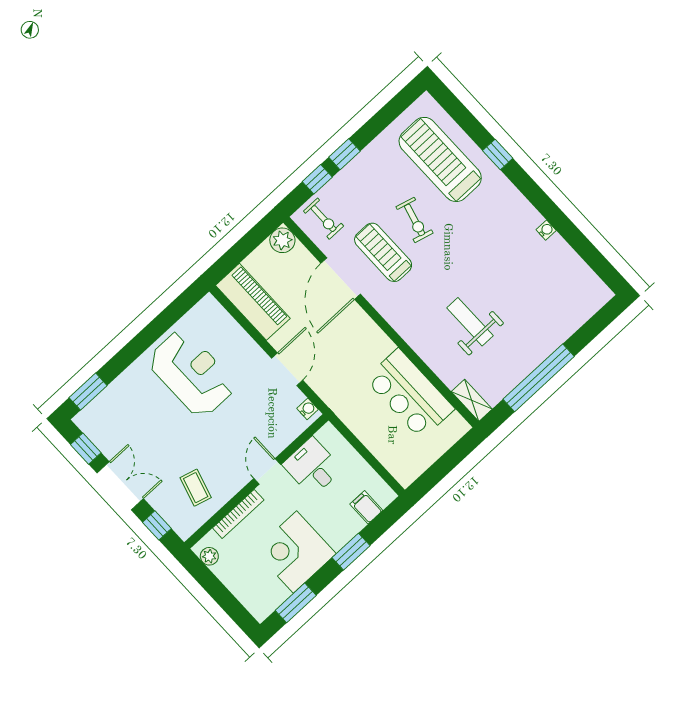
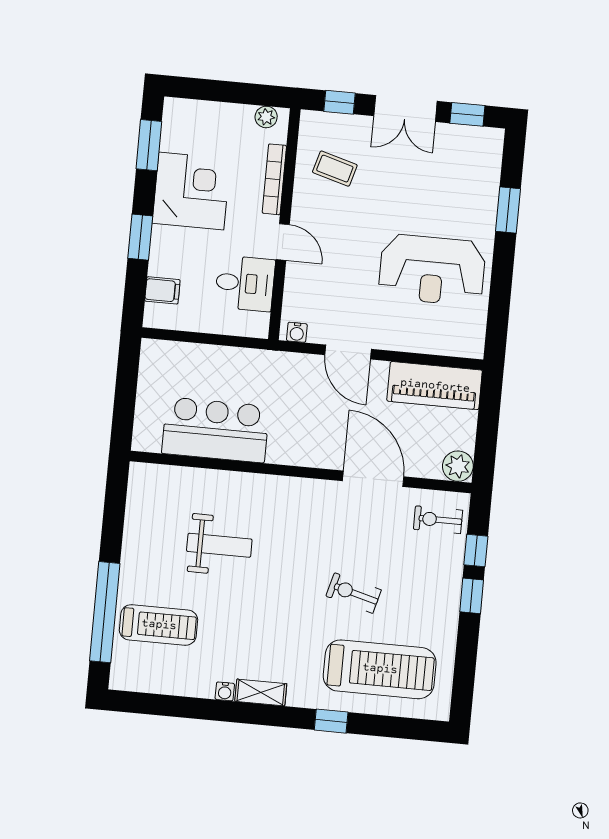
treadmill: (383, 252) -> (159, 625), moved
window: (539, 378) -> (105, 612), moved
window: (88, 392) -> (508, 210), moved
shelving: (472, 400) -> (261, 692), moved

